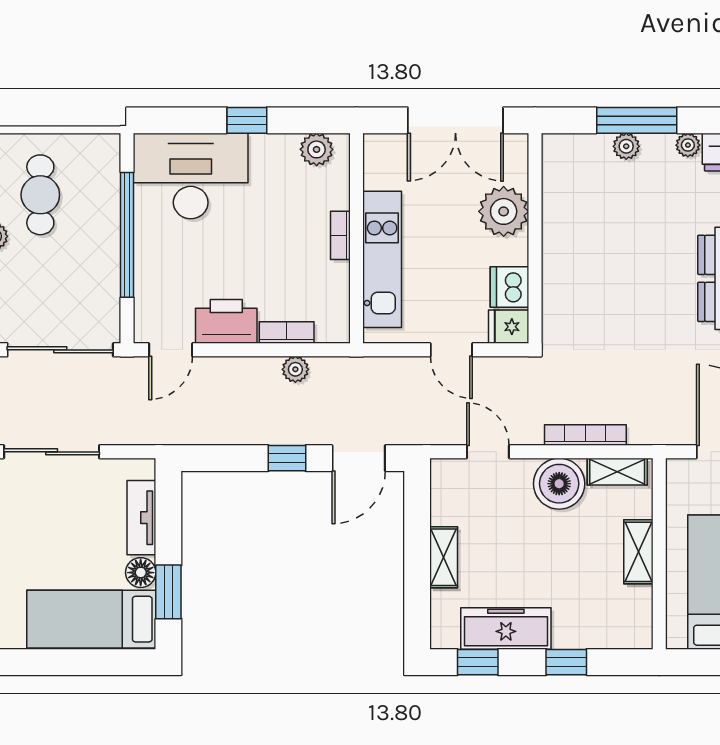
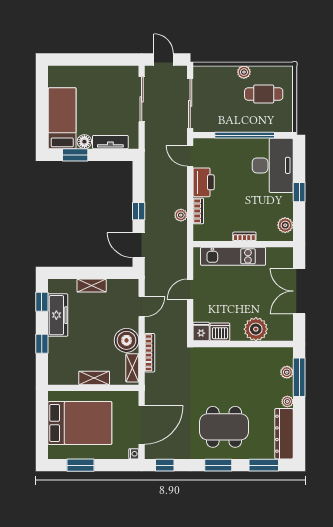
plant: (504, 211) -> (256, 329), moved
wall: (535, 238) -> (243, 344), moved
dishwasher: (509, 287) -> (220, 332), moved
fridge: (509, 327) -> (201, 332), moved

